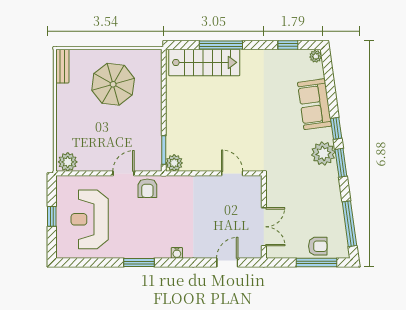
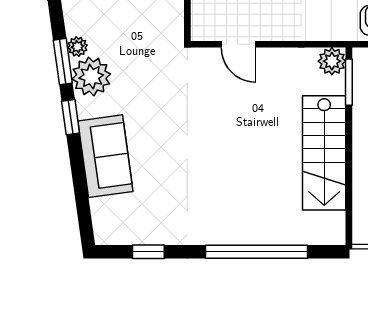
window: (221, 45) -> (257, 252), width x1.46
plant: (316, 56) -> (77, 47), moved
stairs: (204, 62) -> (324, 153), moved, turned -90

